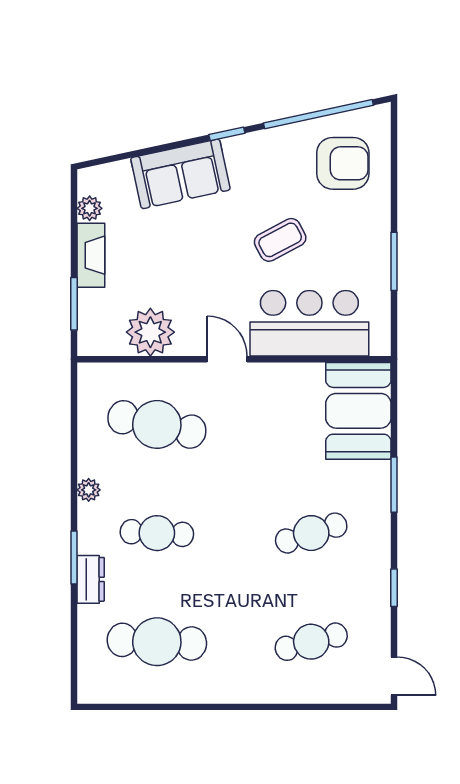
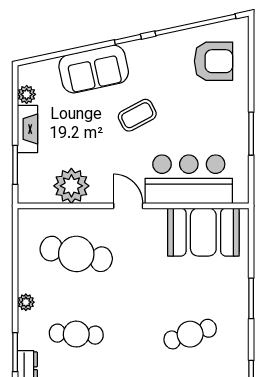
coffee table: (280, 240) -> (137, 115), moved
booth: (358, 411) -> (203, 232), moved, turned 90

